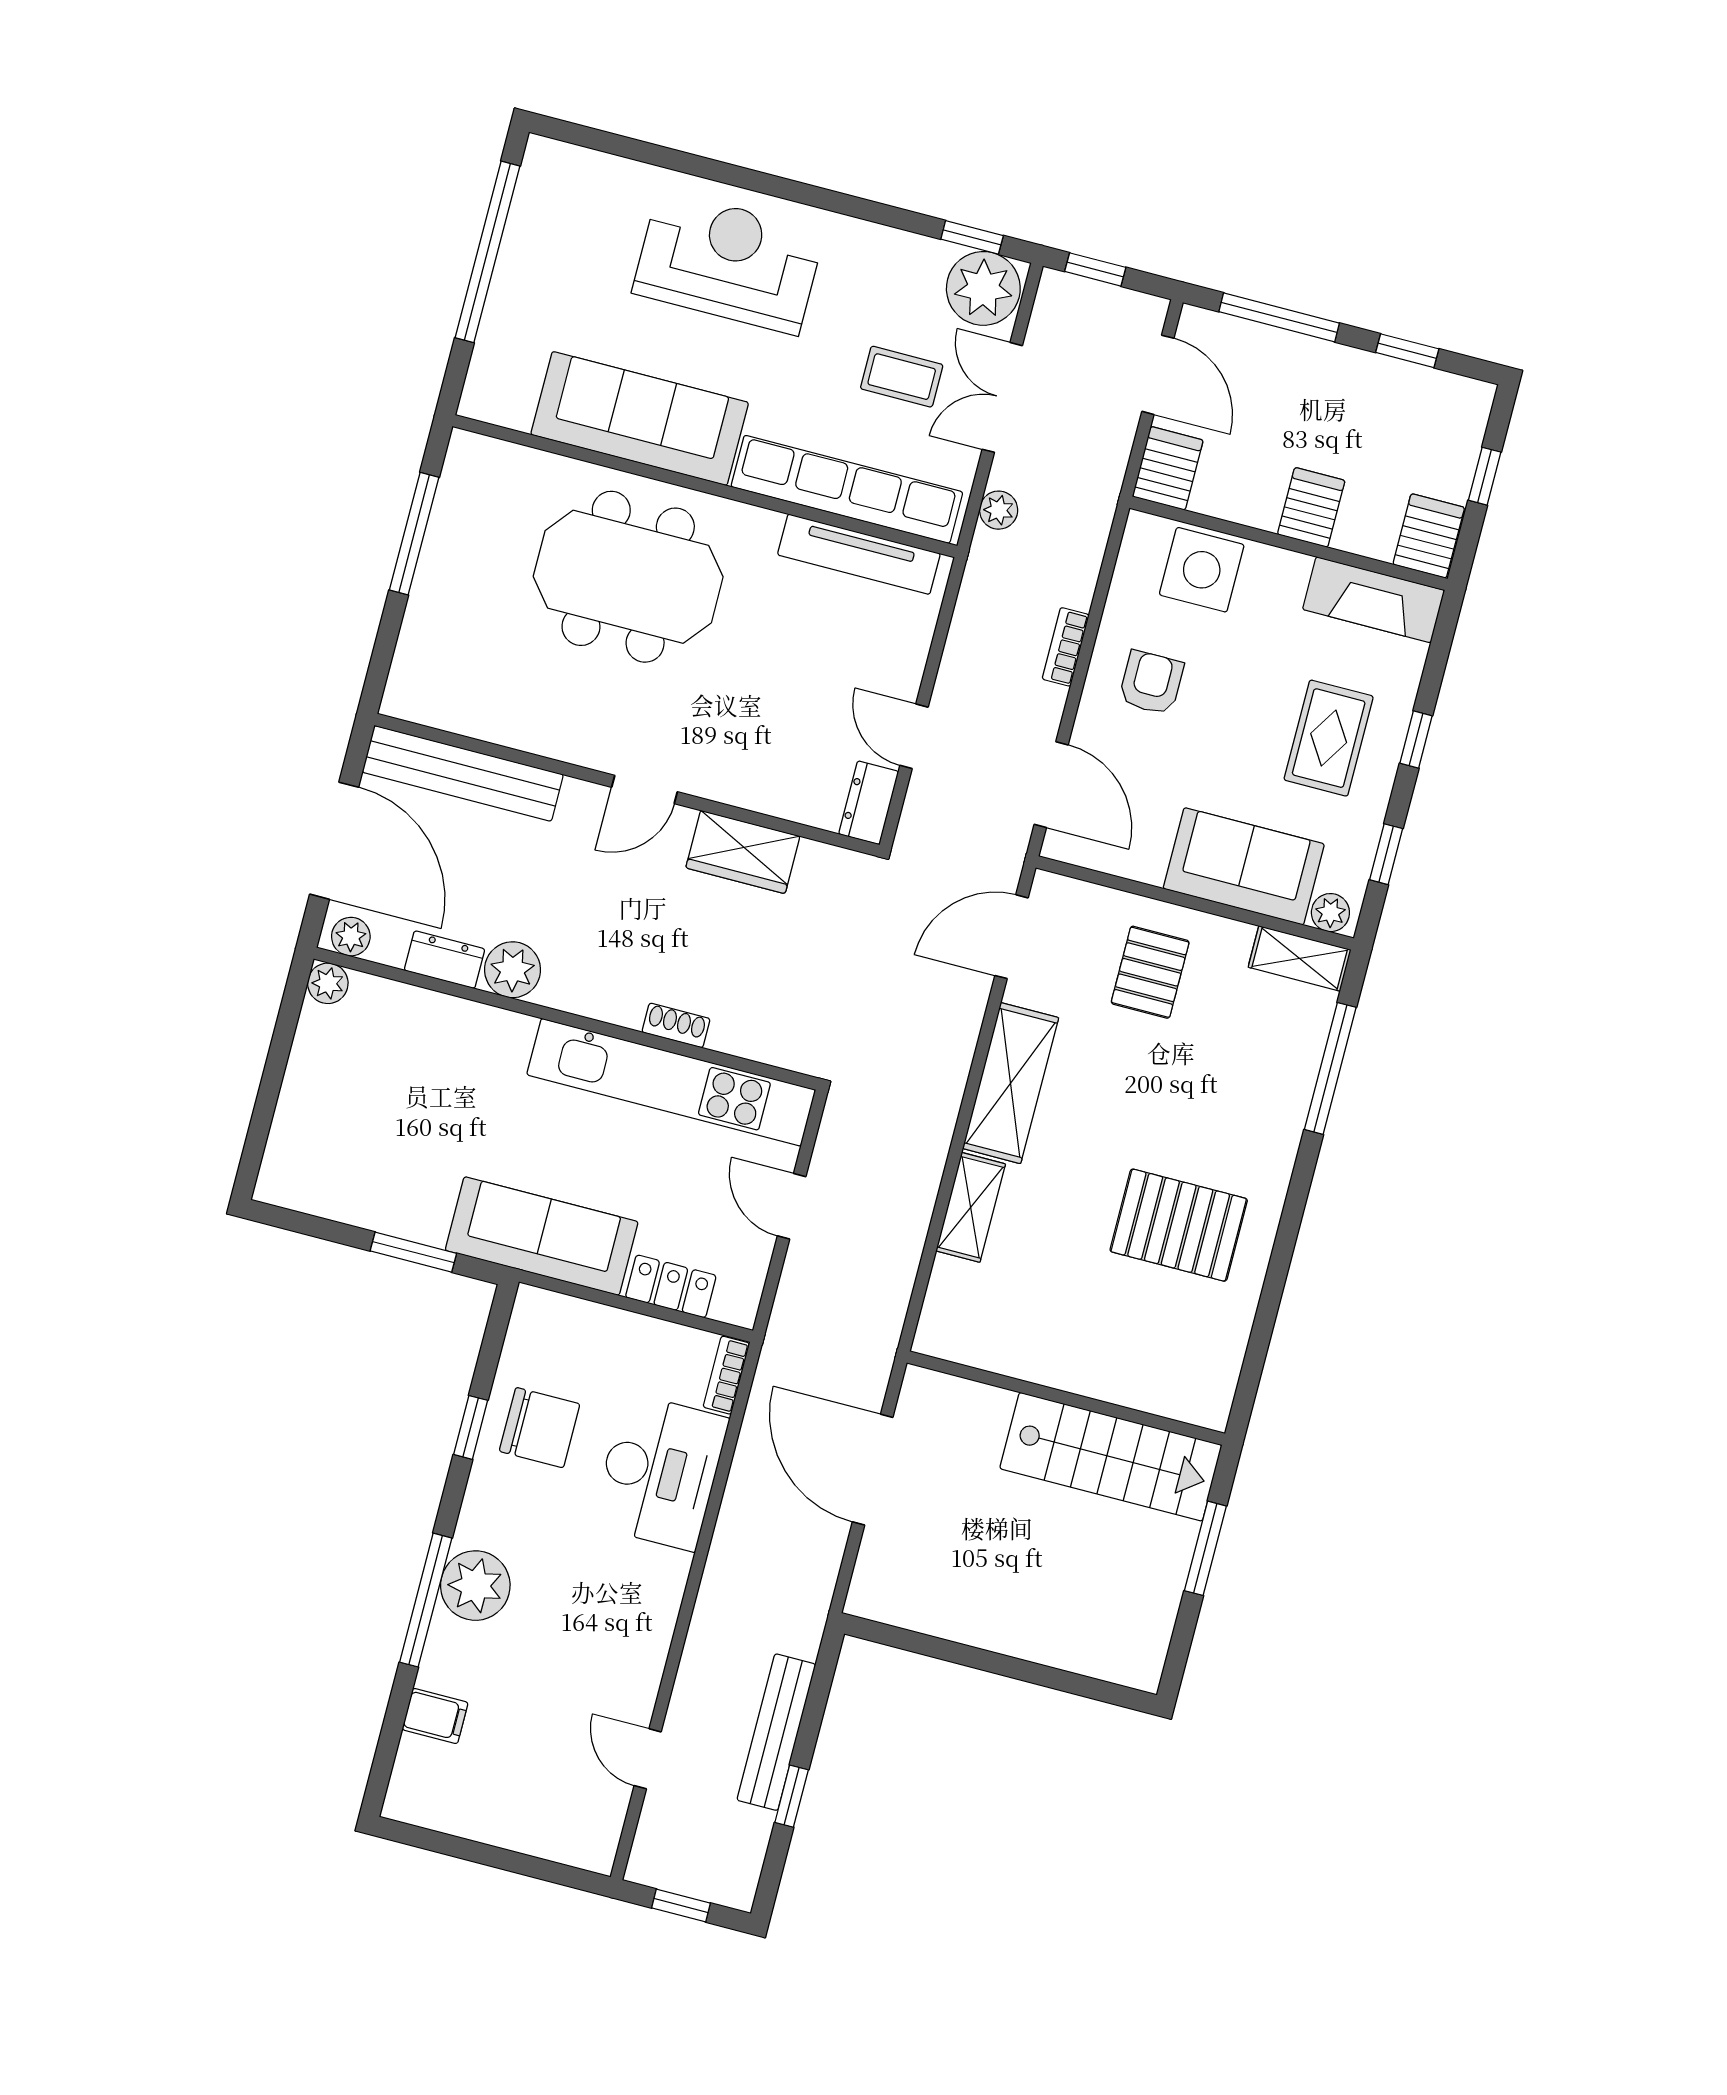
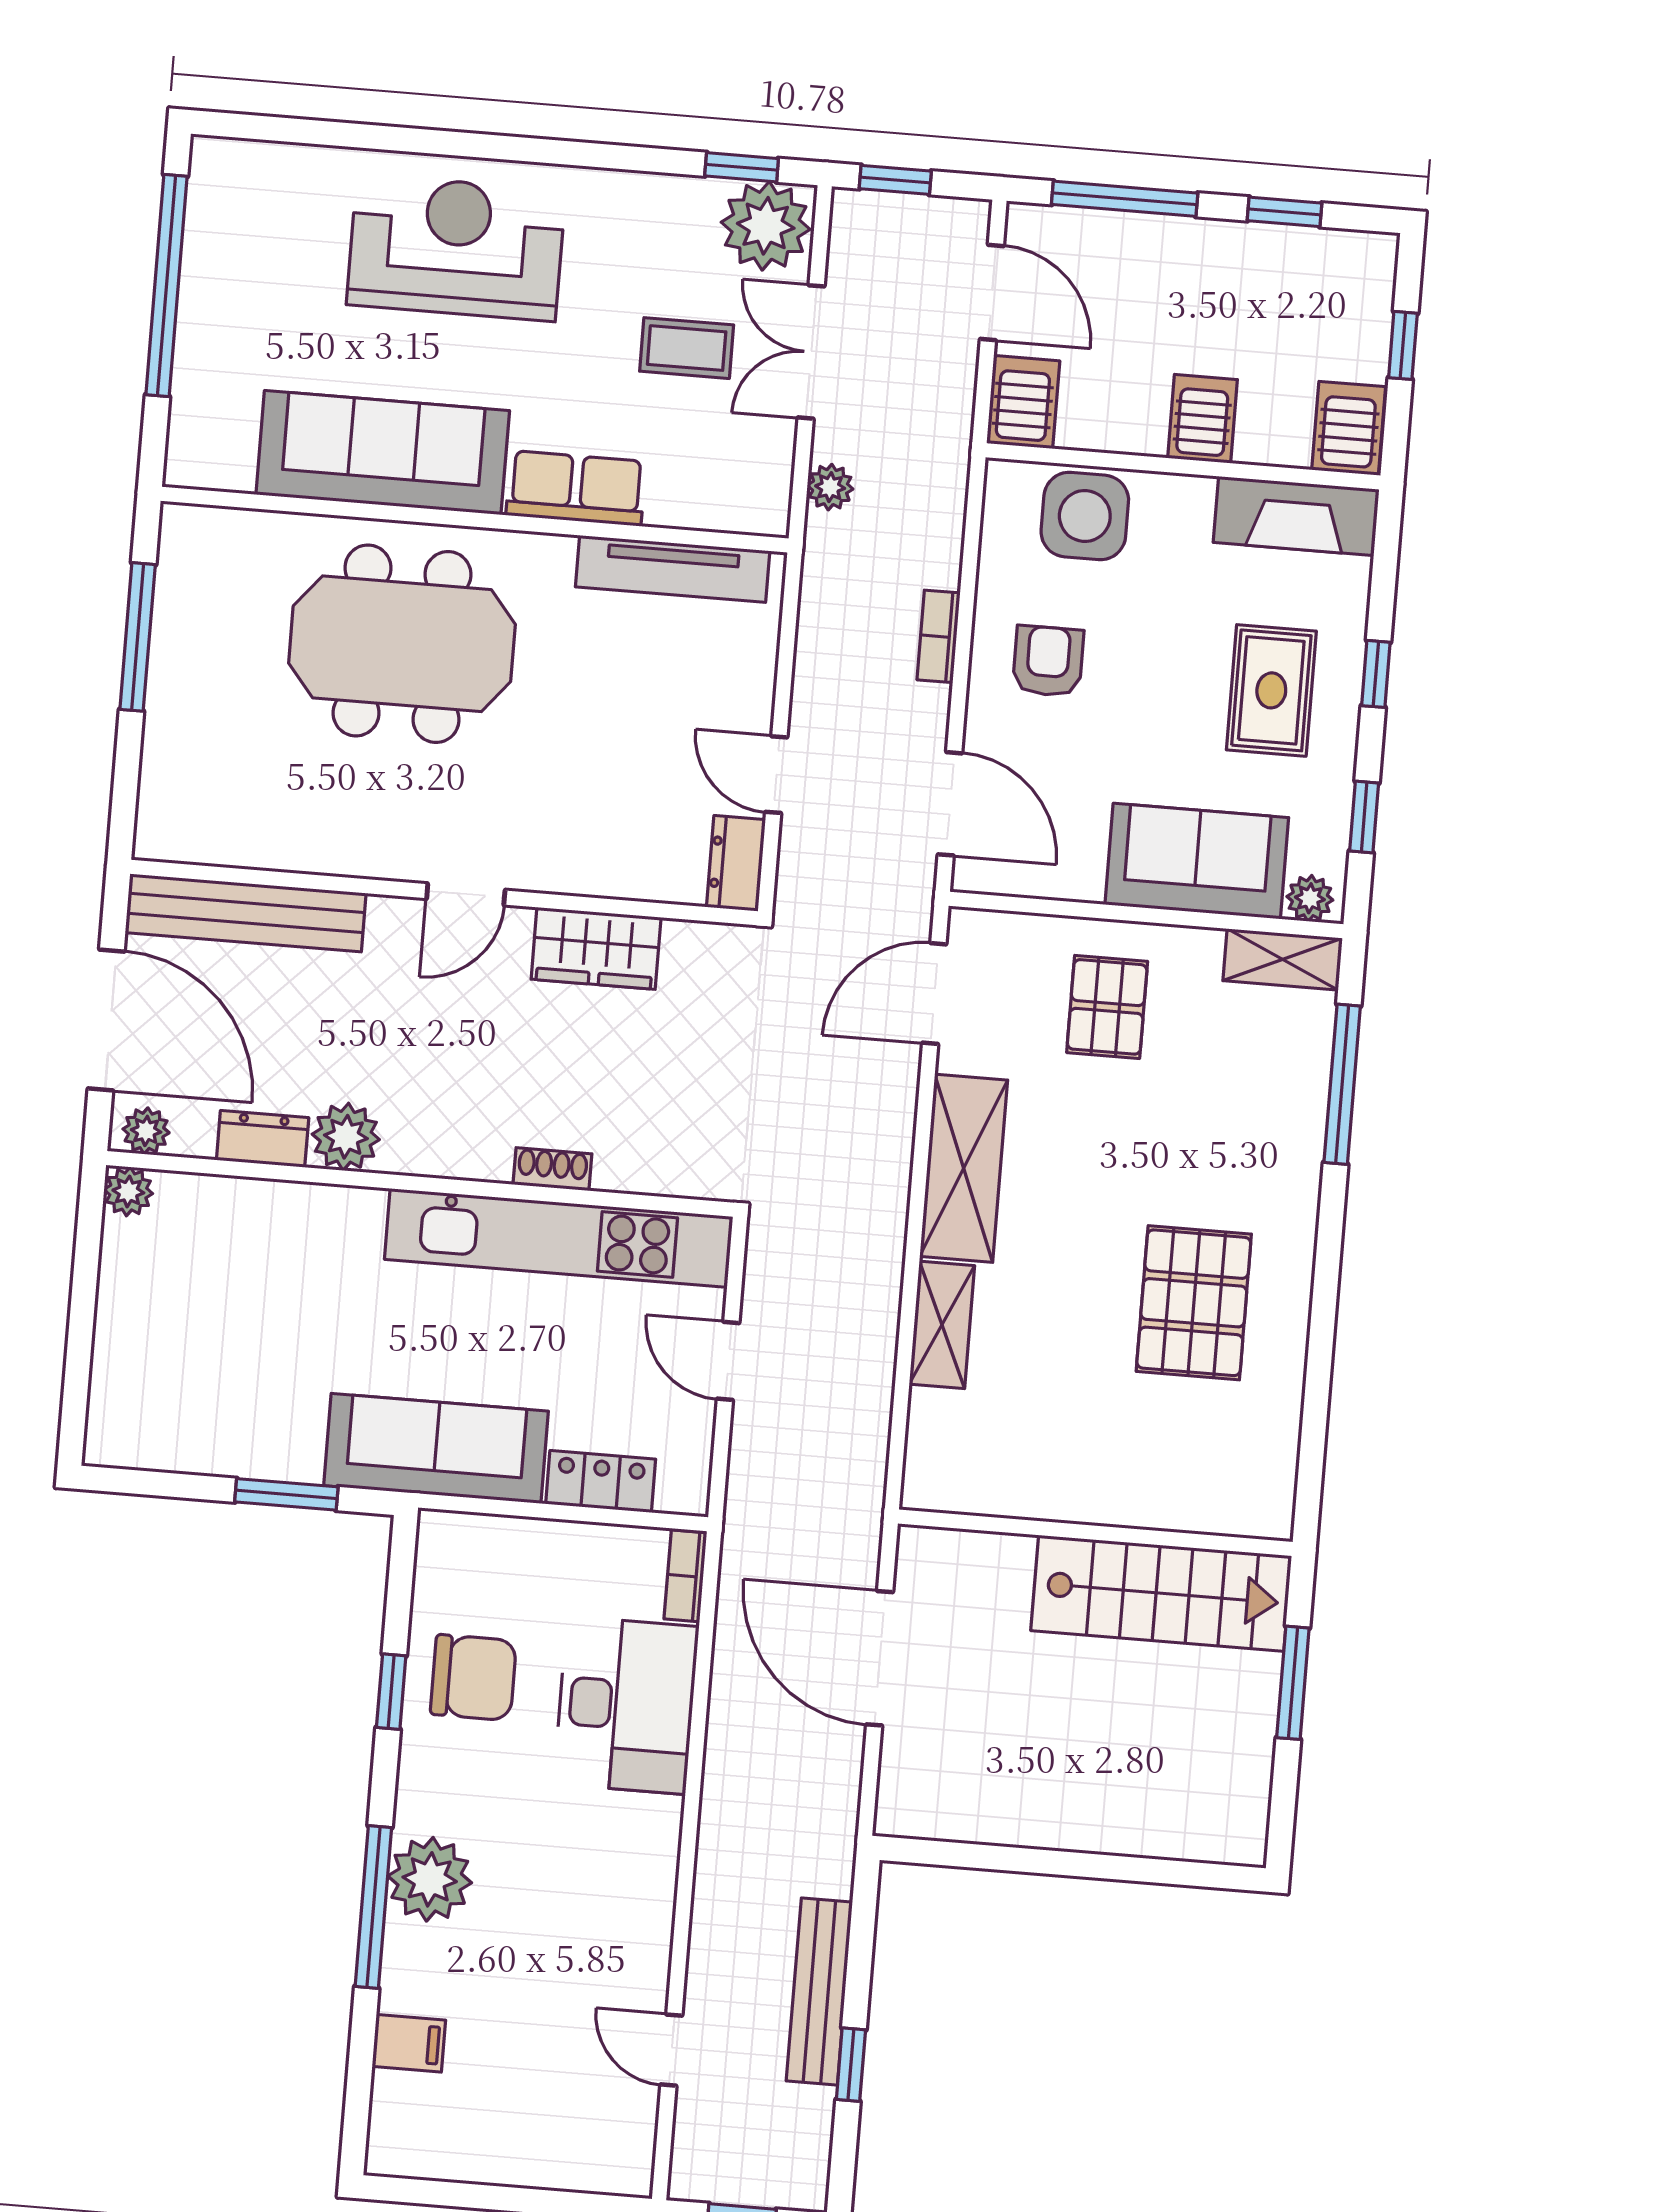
row of seats: (847, 489) -> (576, 488), width x0.50
pallet: (1179, 1225) -> (1194, 1303), turned 90

